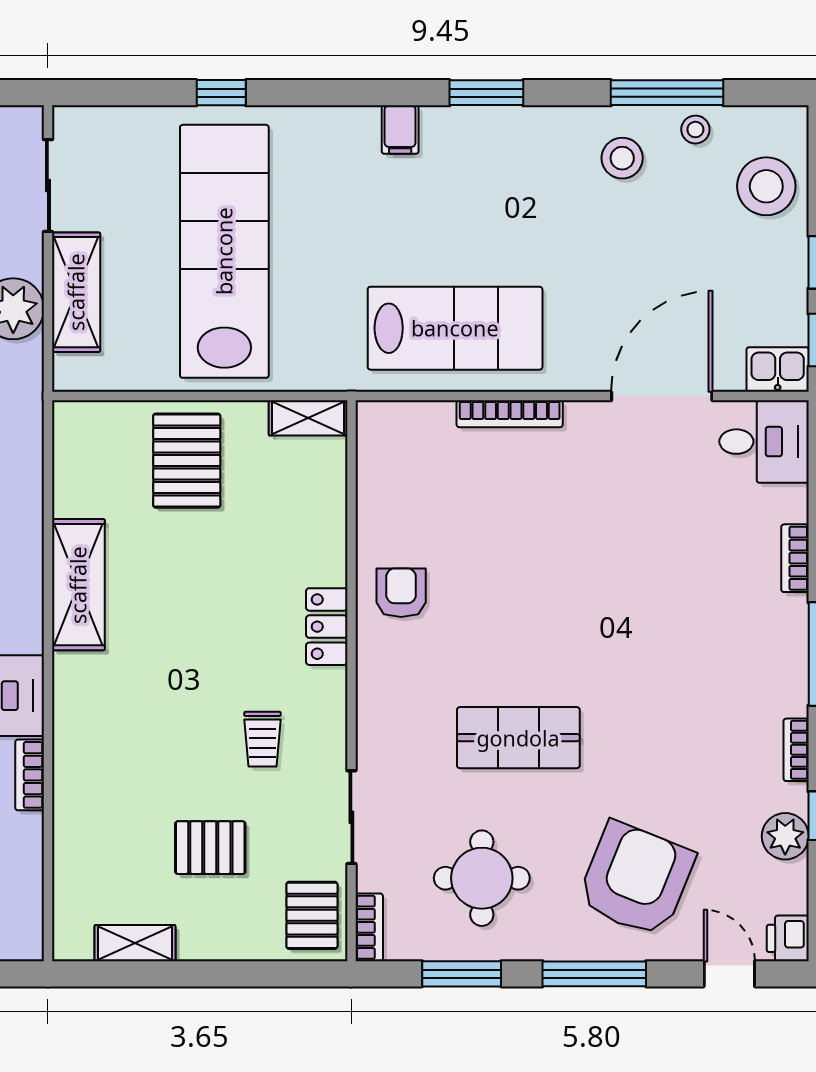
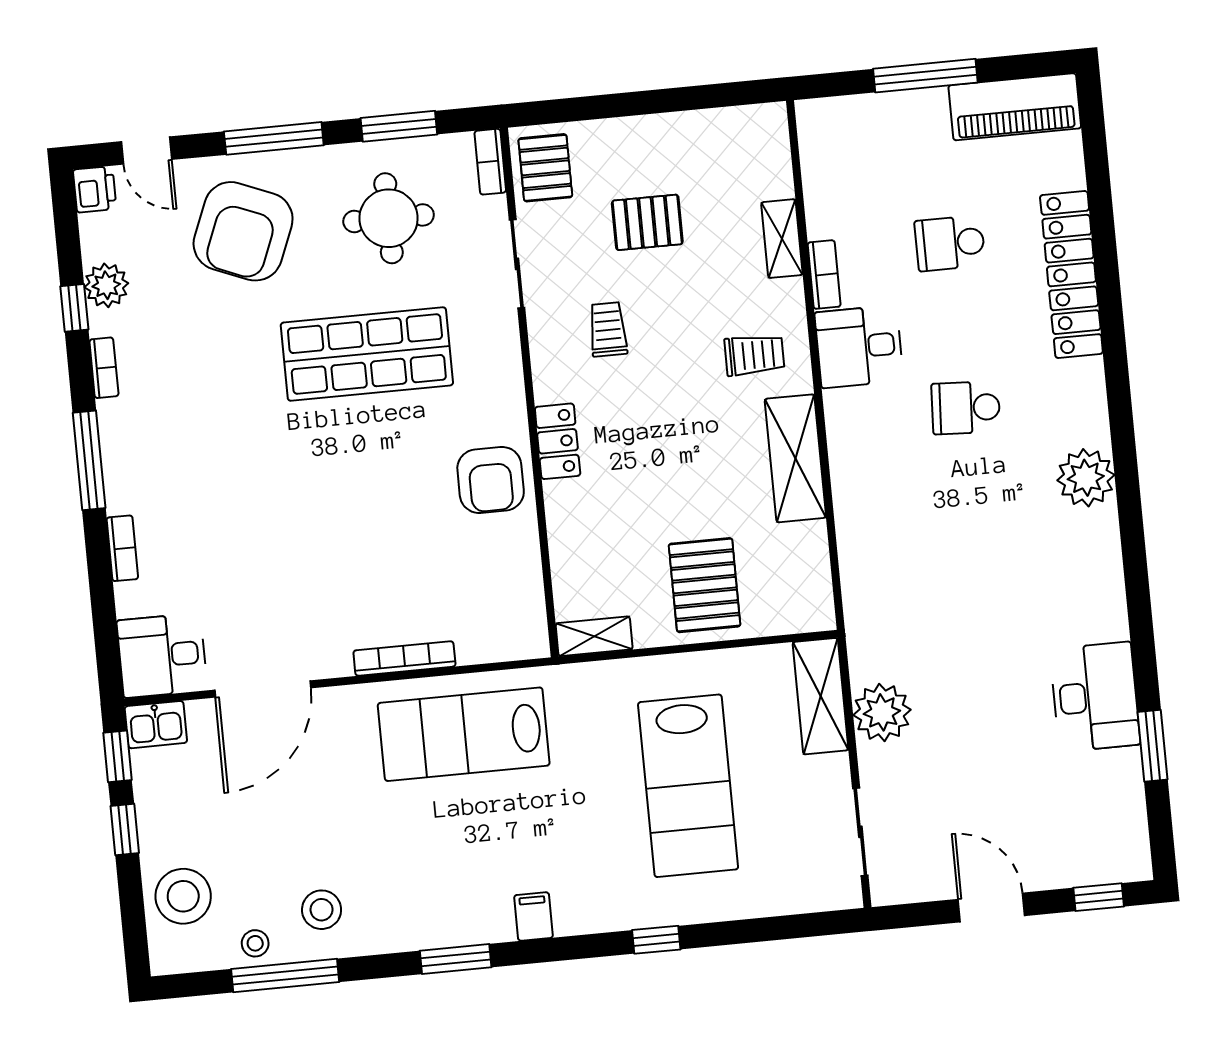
window: (221, 93) -> (656, 940), moved
lab bench: (224, 251) -> (688, 786), width x0.73
shelving: (76, 292) -> (821, 696), moved
armchair: (401, 593) -> (491, 480), width x1.38, depth x1.38
trolley: (111, 697) -> (754, 355), added
shop shelf: (518, 738) -> (367, 354), width x1.43, depth x1.36
shelving: (135, 943) -> (782, 239), moved, turned 90

